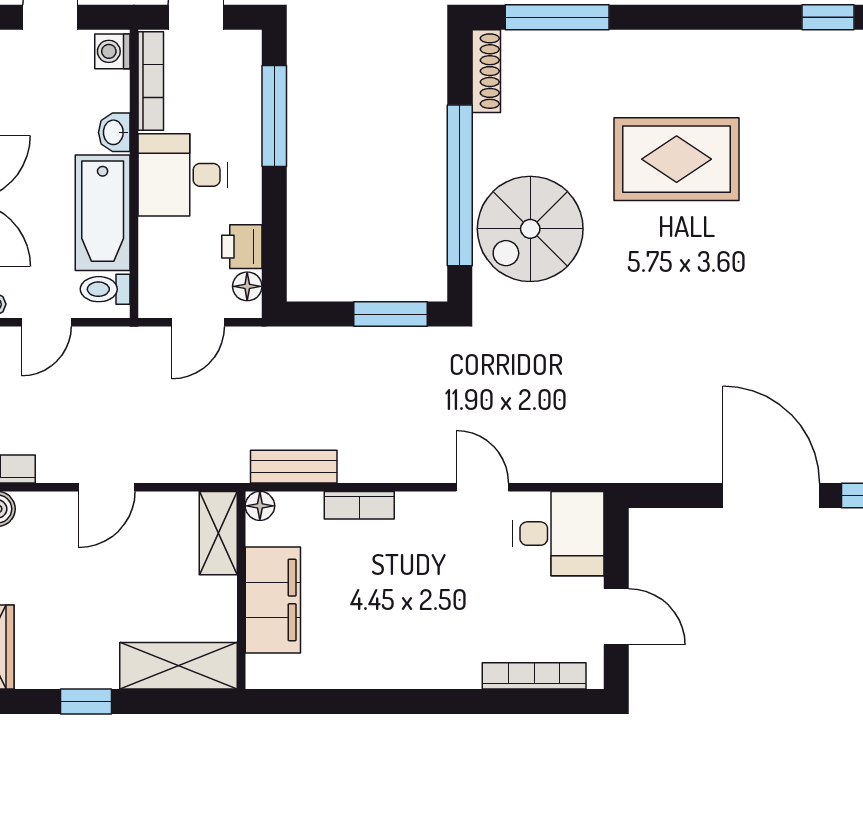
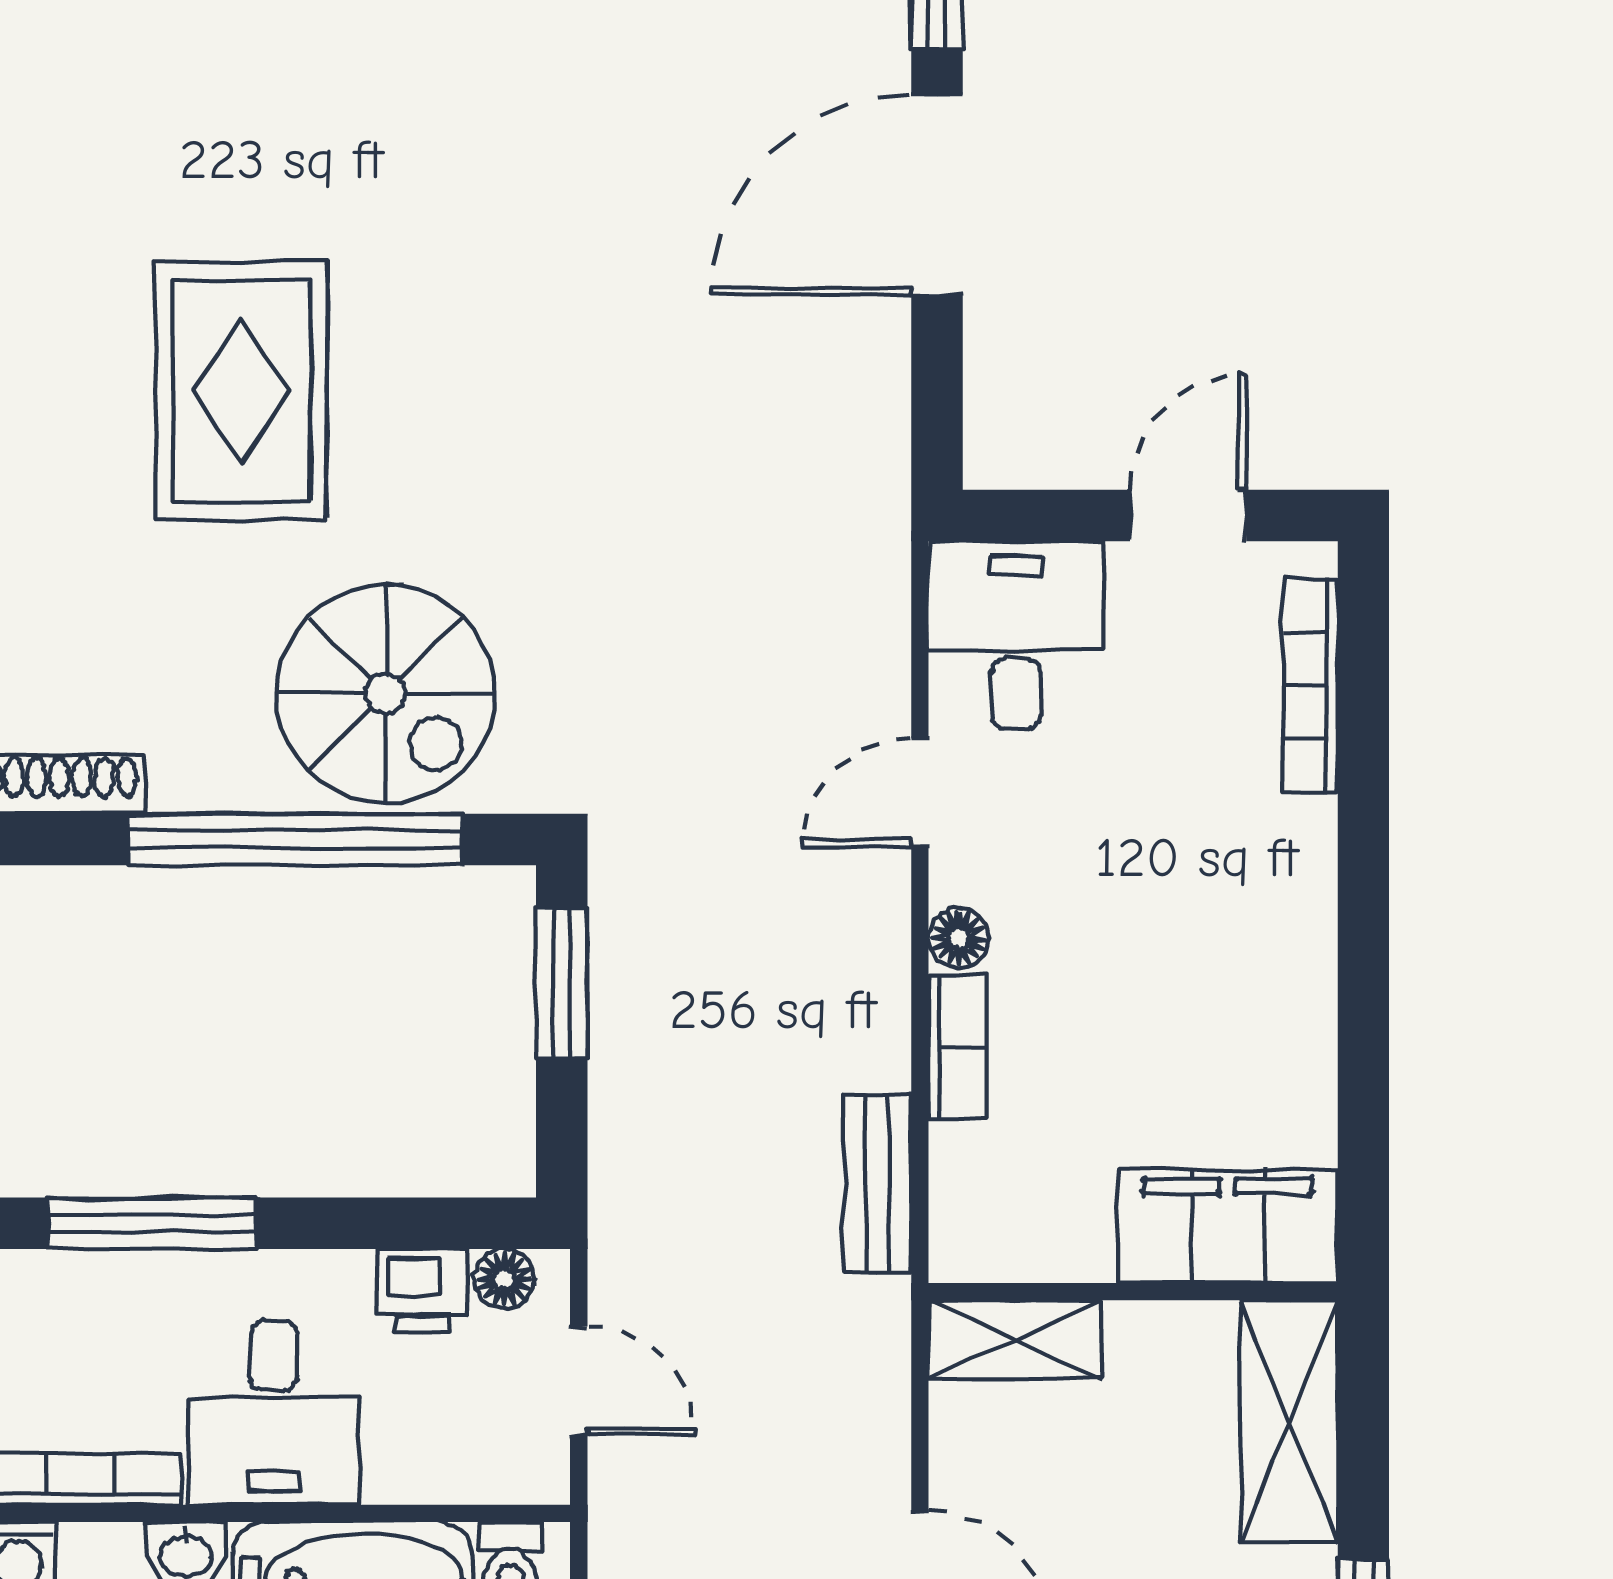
floor lamp: (260, 506) -> (959, 938), moved
filing cabinet: (273, 600) -> (1228, 1226), moved

